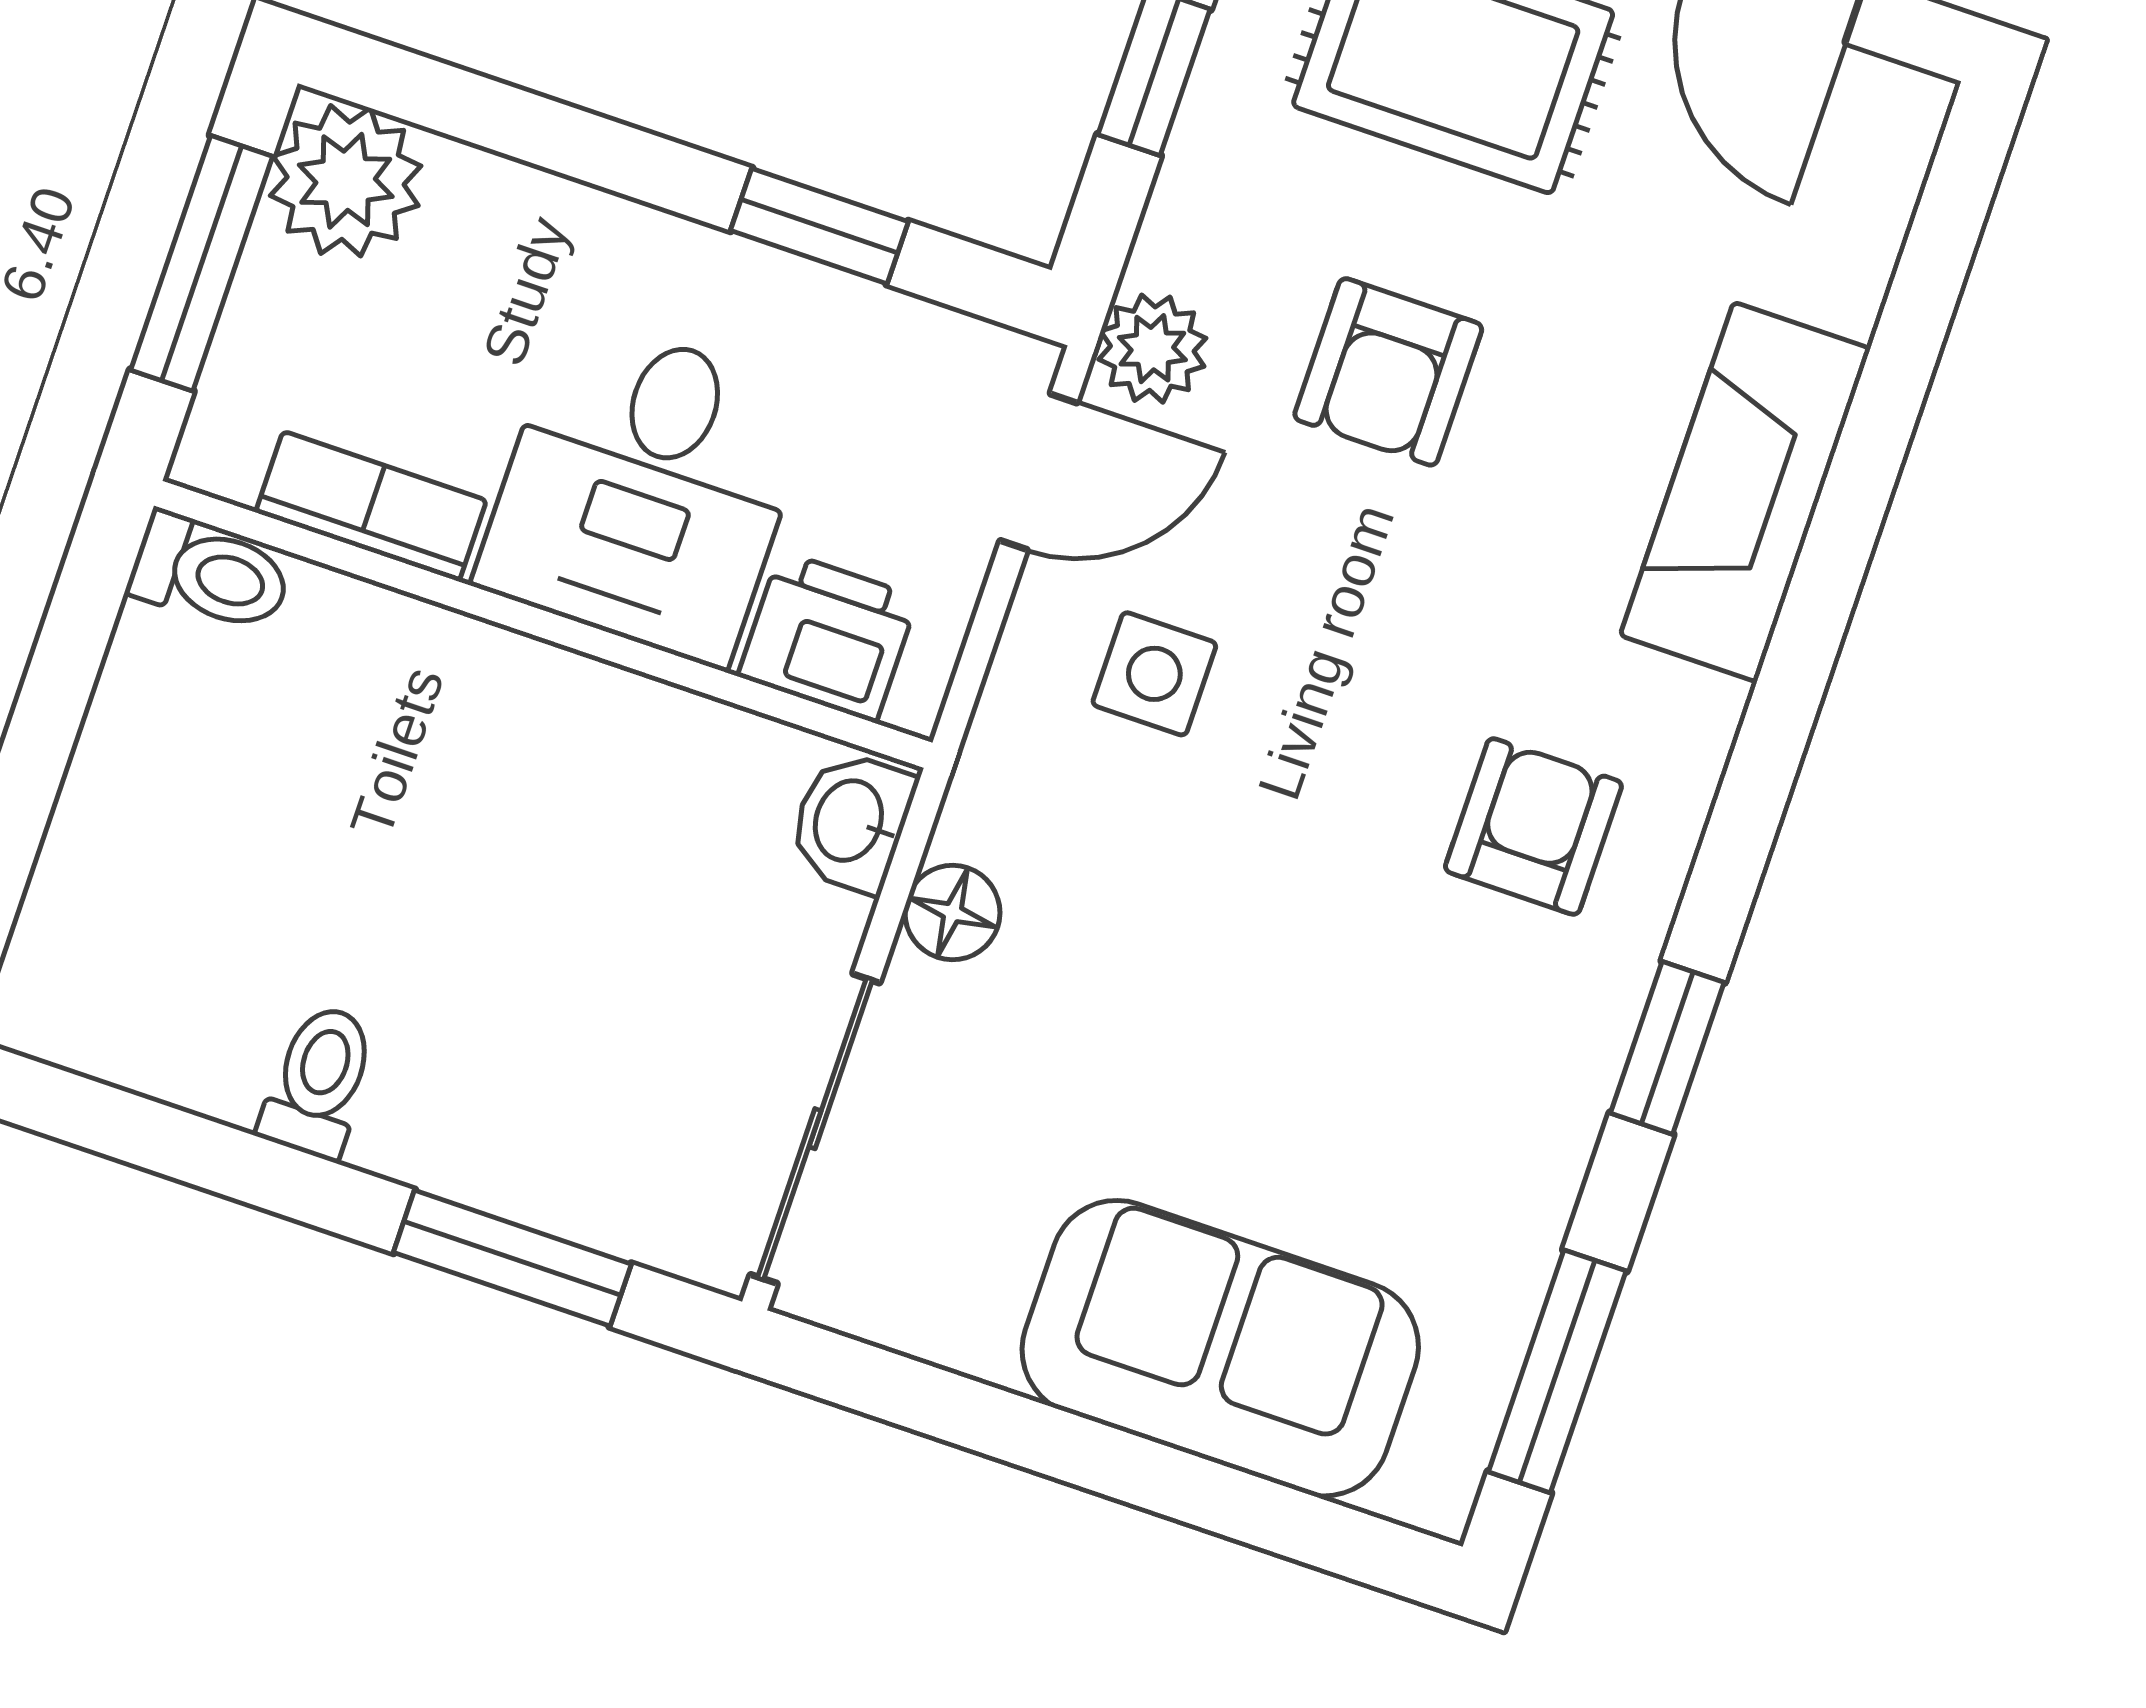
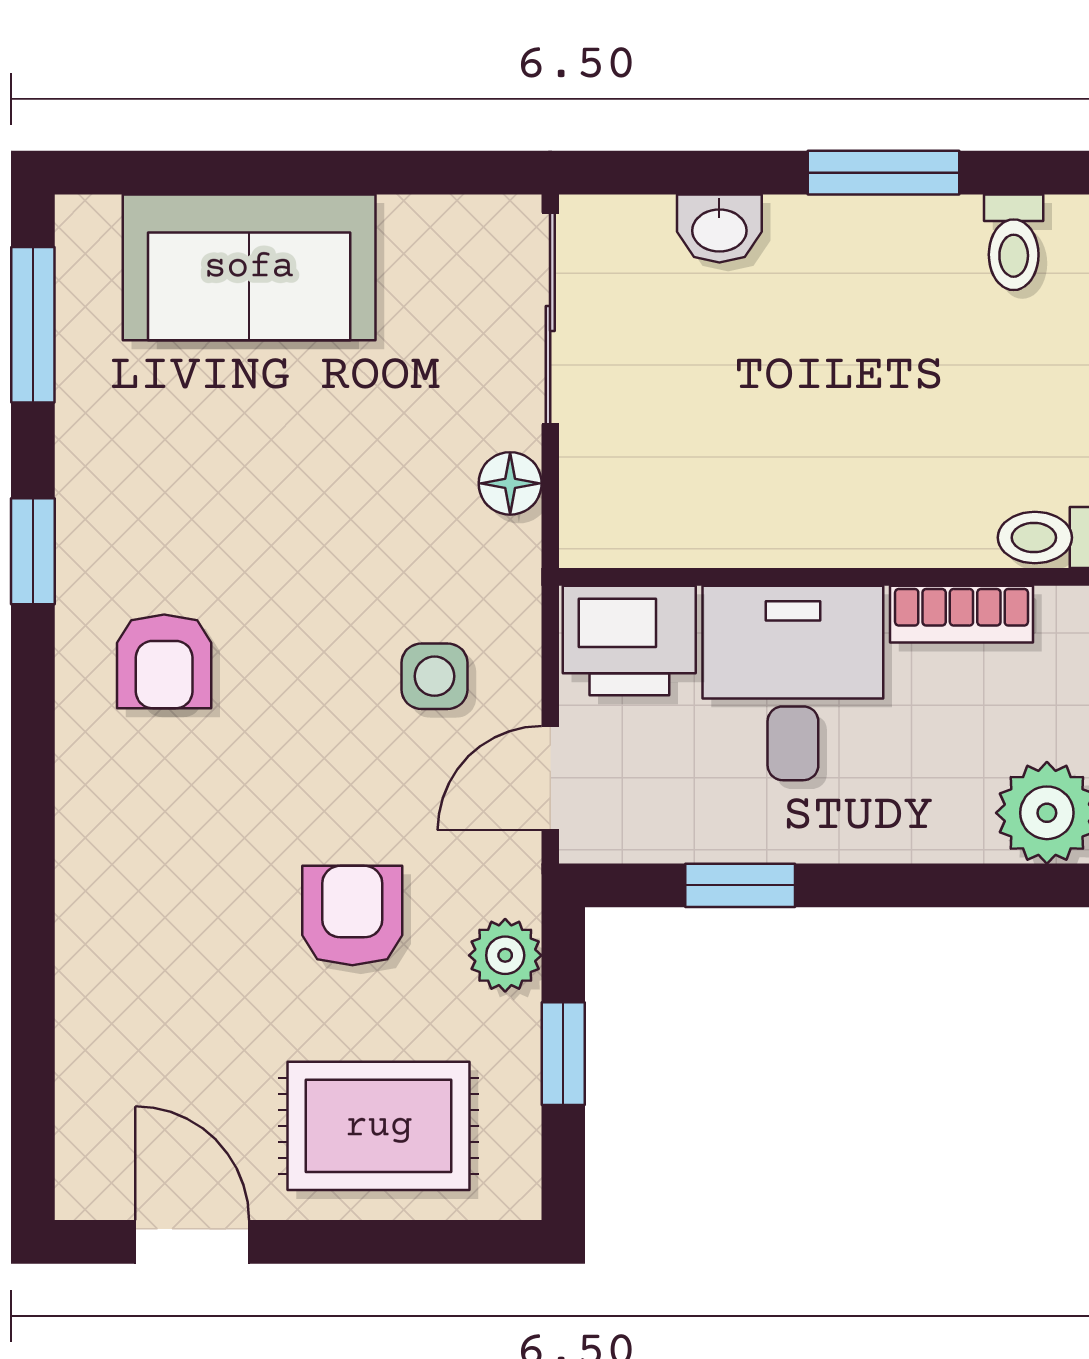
plant: (1152, 349) -> (505, 955), moved
fireplace: (1745, 492) -> (103, 916), removed
printer: (828, 637) -> (629, 640), width x1.36, depth x1.24
washbasin: (851, 822) -> (719, 229), moved, turned 90
toilet: (319, 1081) -> (1014, 242), moved
window: (512, 1258) -> (884, 173), moved

